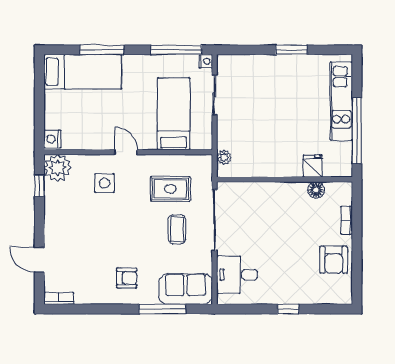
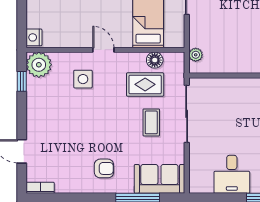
floor lamp: (181, 163) -> (155, 60), added
desk: (237, 275) -> (232, 174), moved, turned -90

